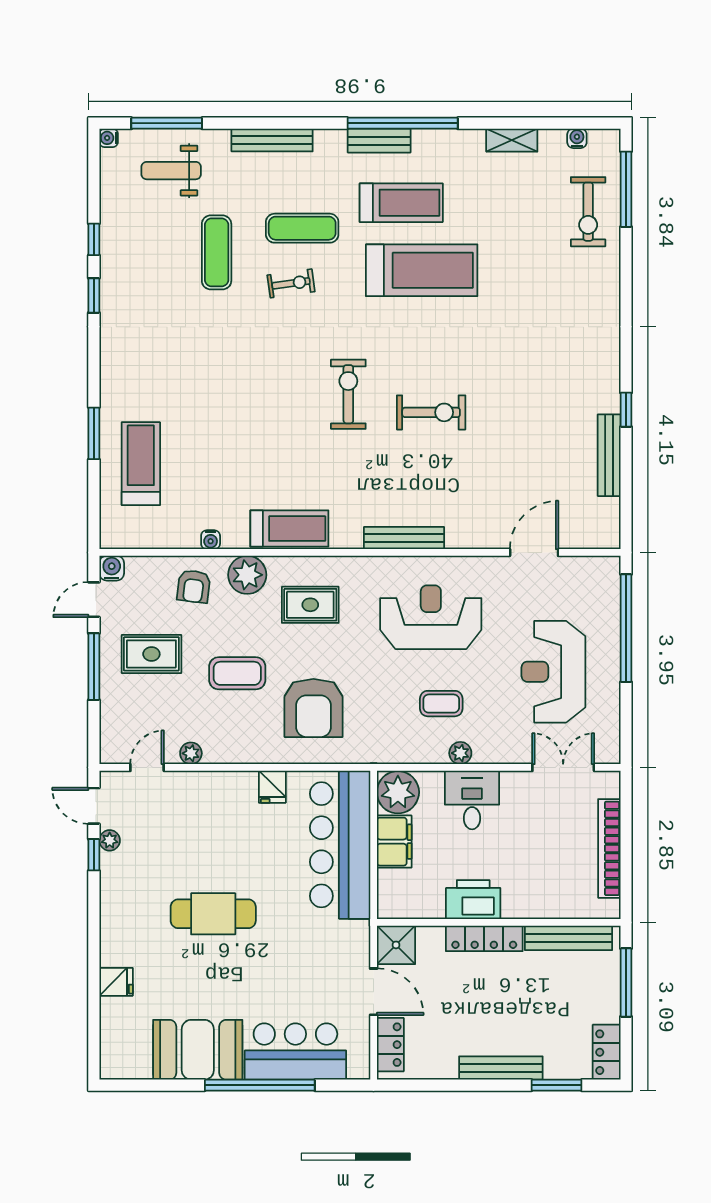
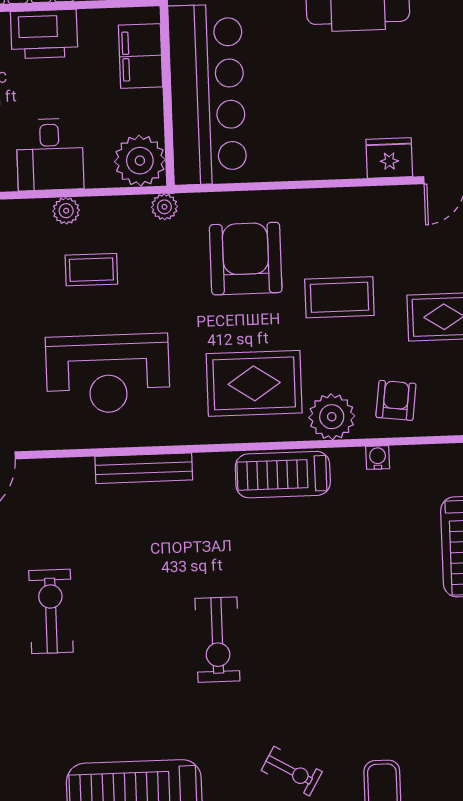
exercise bike: (291, 283) -> (292, 771), turned -142
exercise bike: (431, 412) -> (51, 611), moved, turned 90
rug: (310, 605) -> (254, 383), width x1.36, depth x1.43
plant: (191, 753) -> (164, 207), moved
fridge: (272, 787) -> (389, 158), moved, width x1.38
filing cabinet: (394, 842) -> (141, 56), moved

